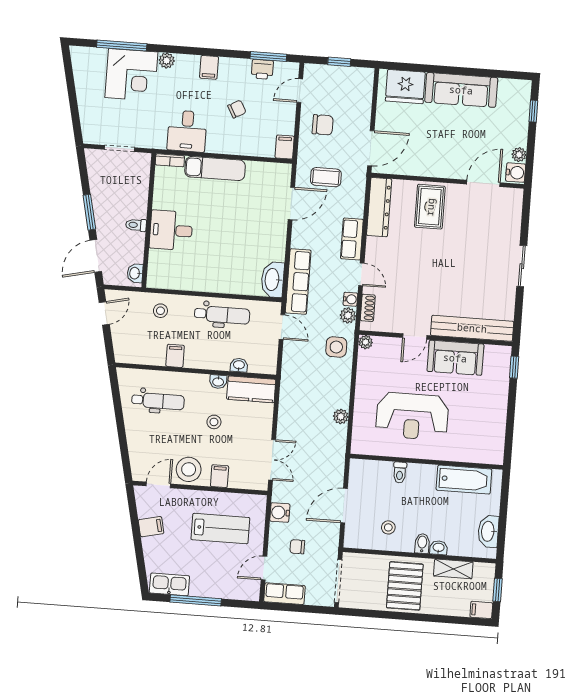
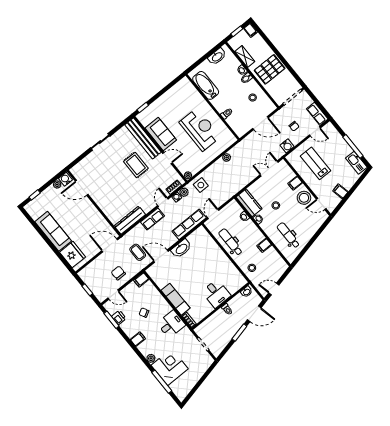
rug: (430, 207) -> (136, 165), moved, turned 90
washbasin: (273, 280) -> (181, 249), moved

